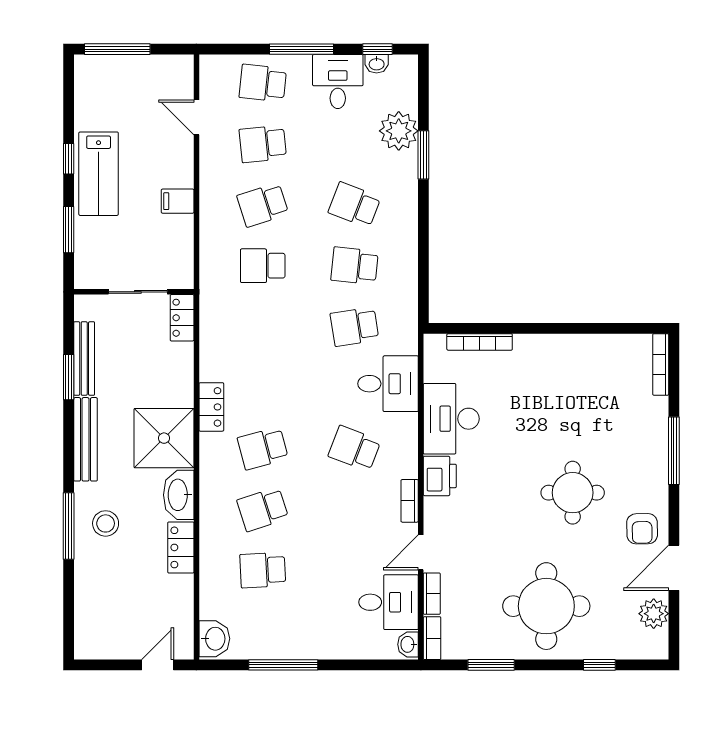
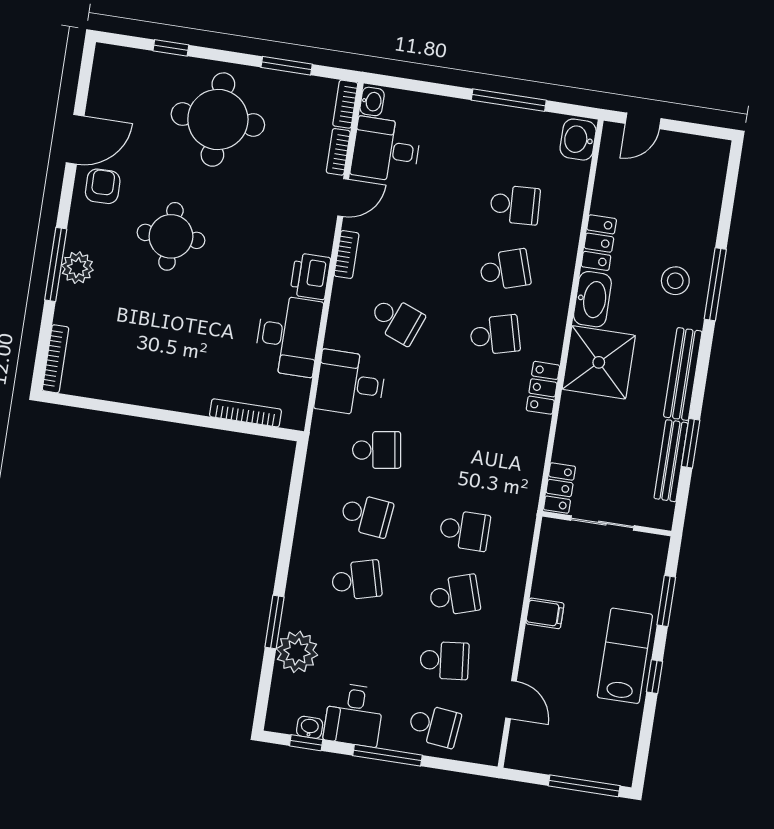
school desk: (354, 205) -> (356, 580), turned -36
plant: (654, 614) -> (77, 268), moved

